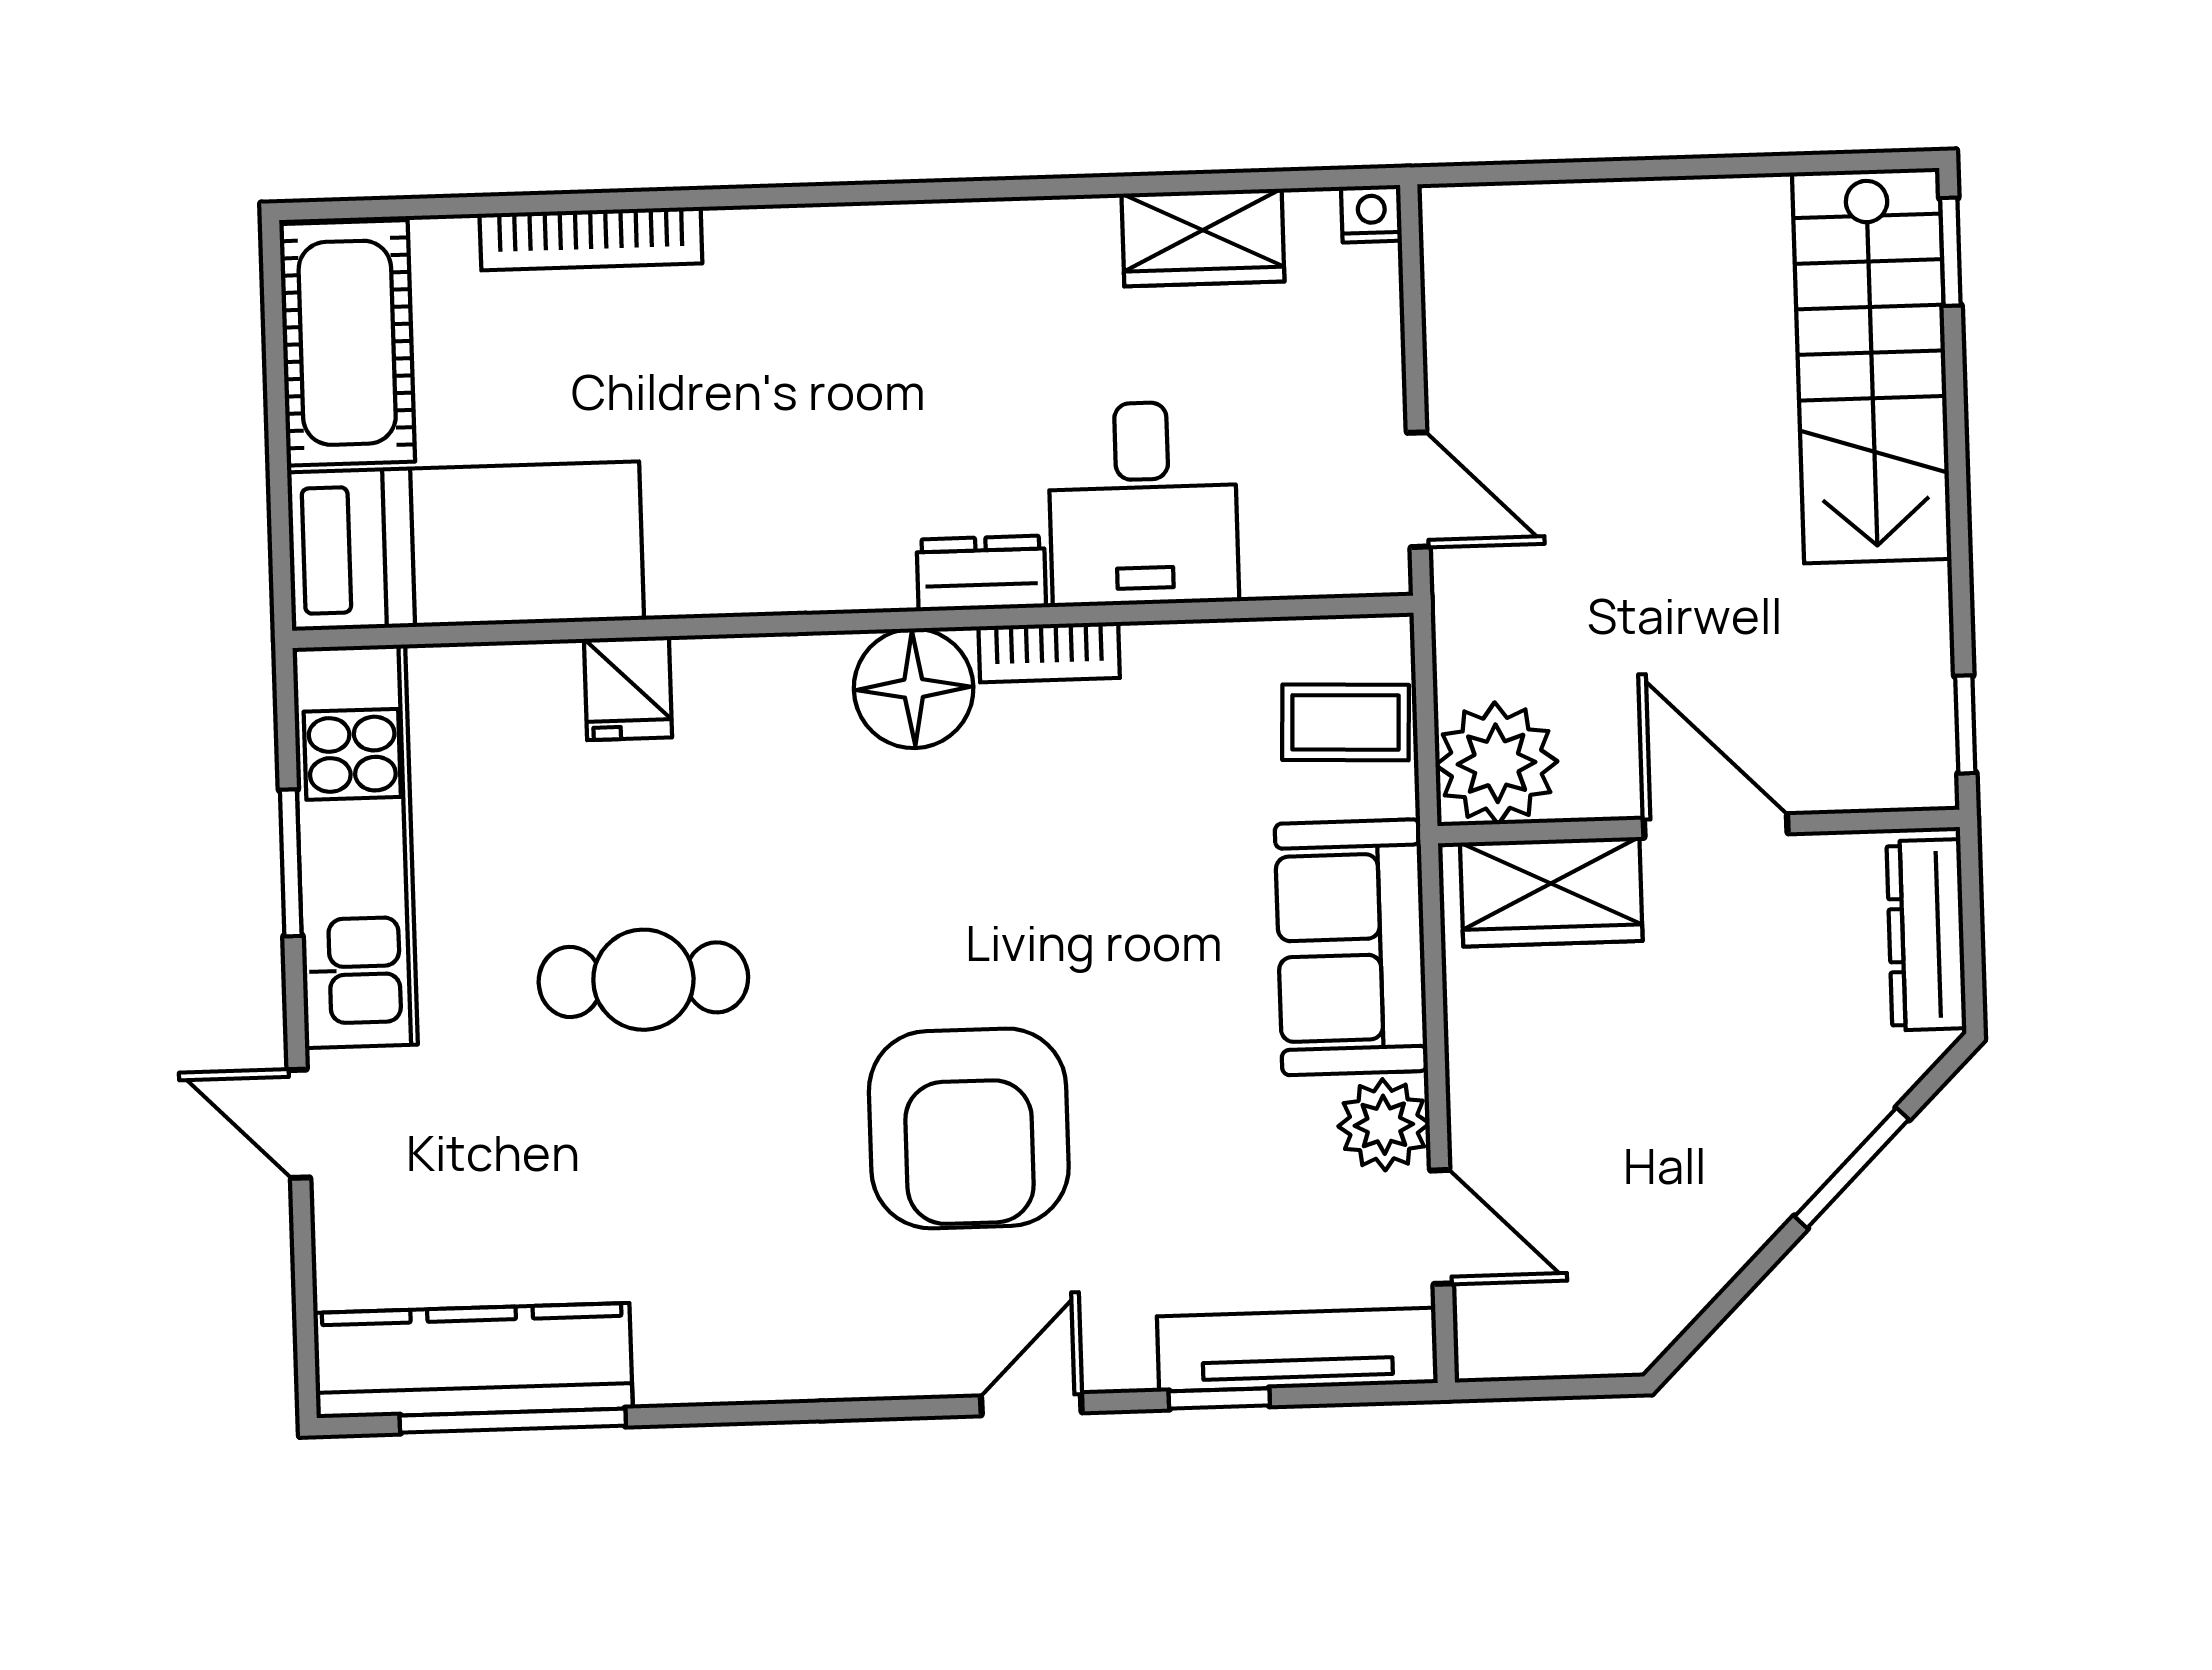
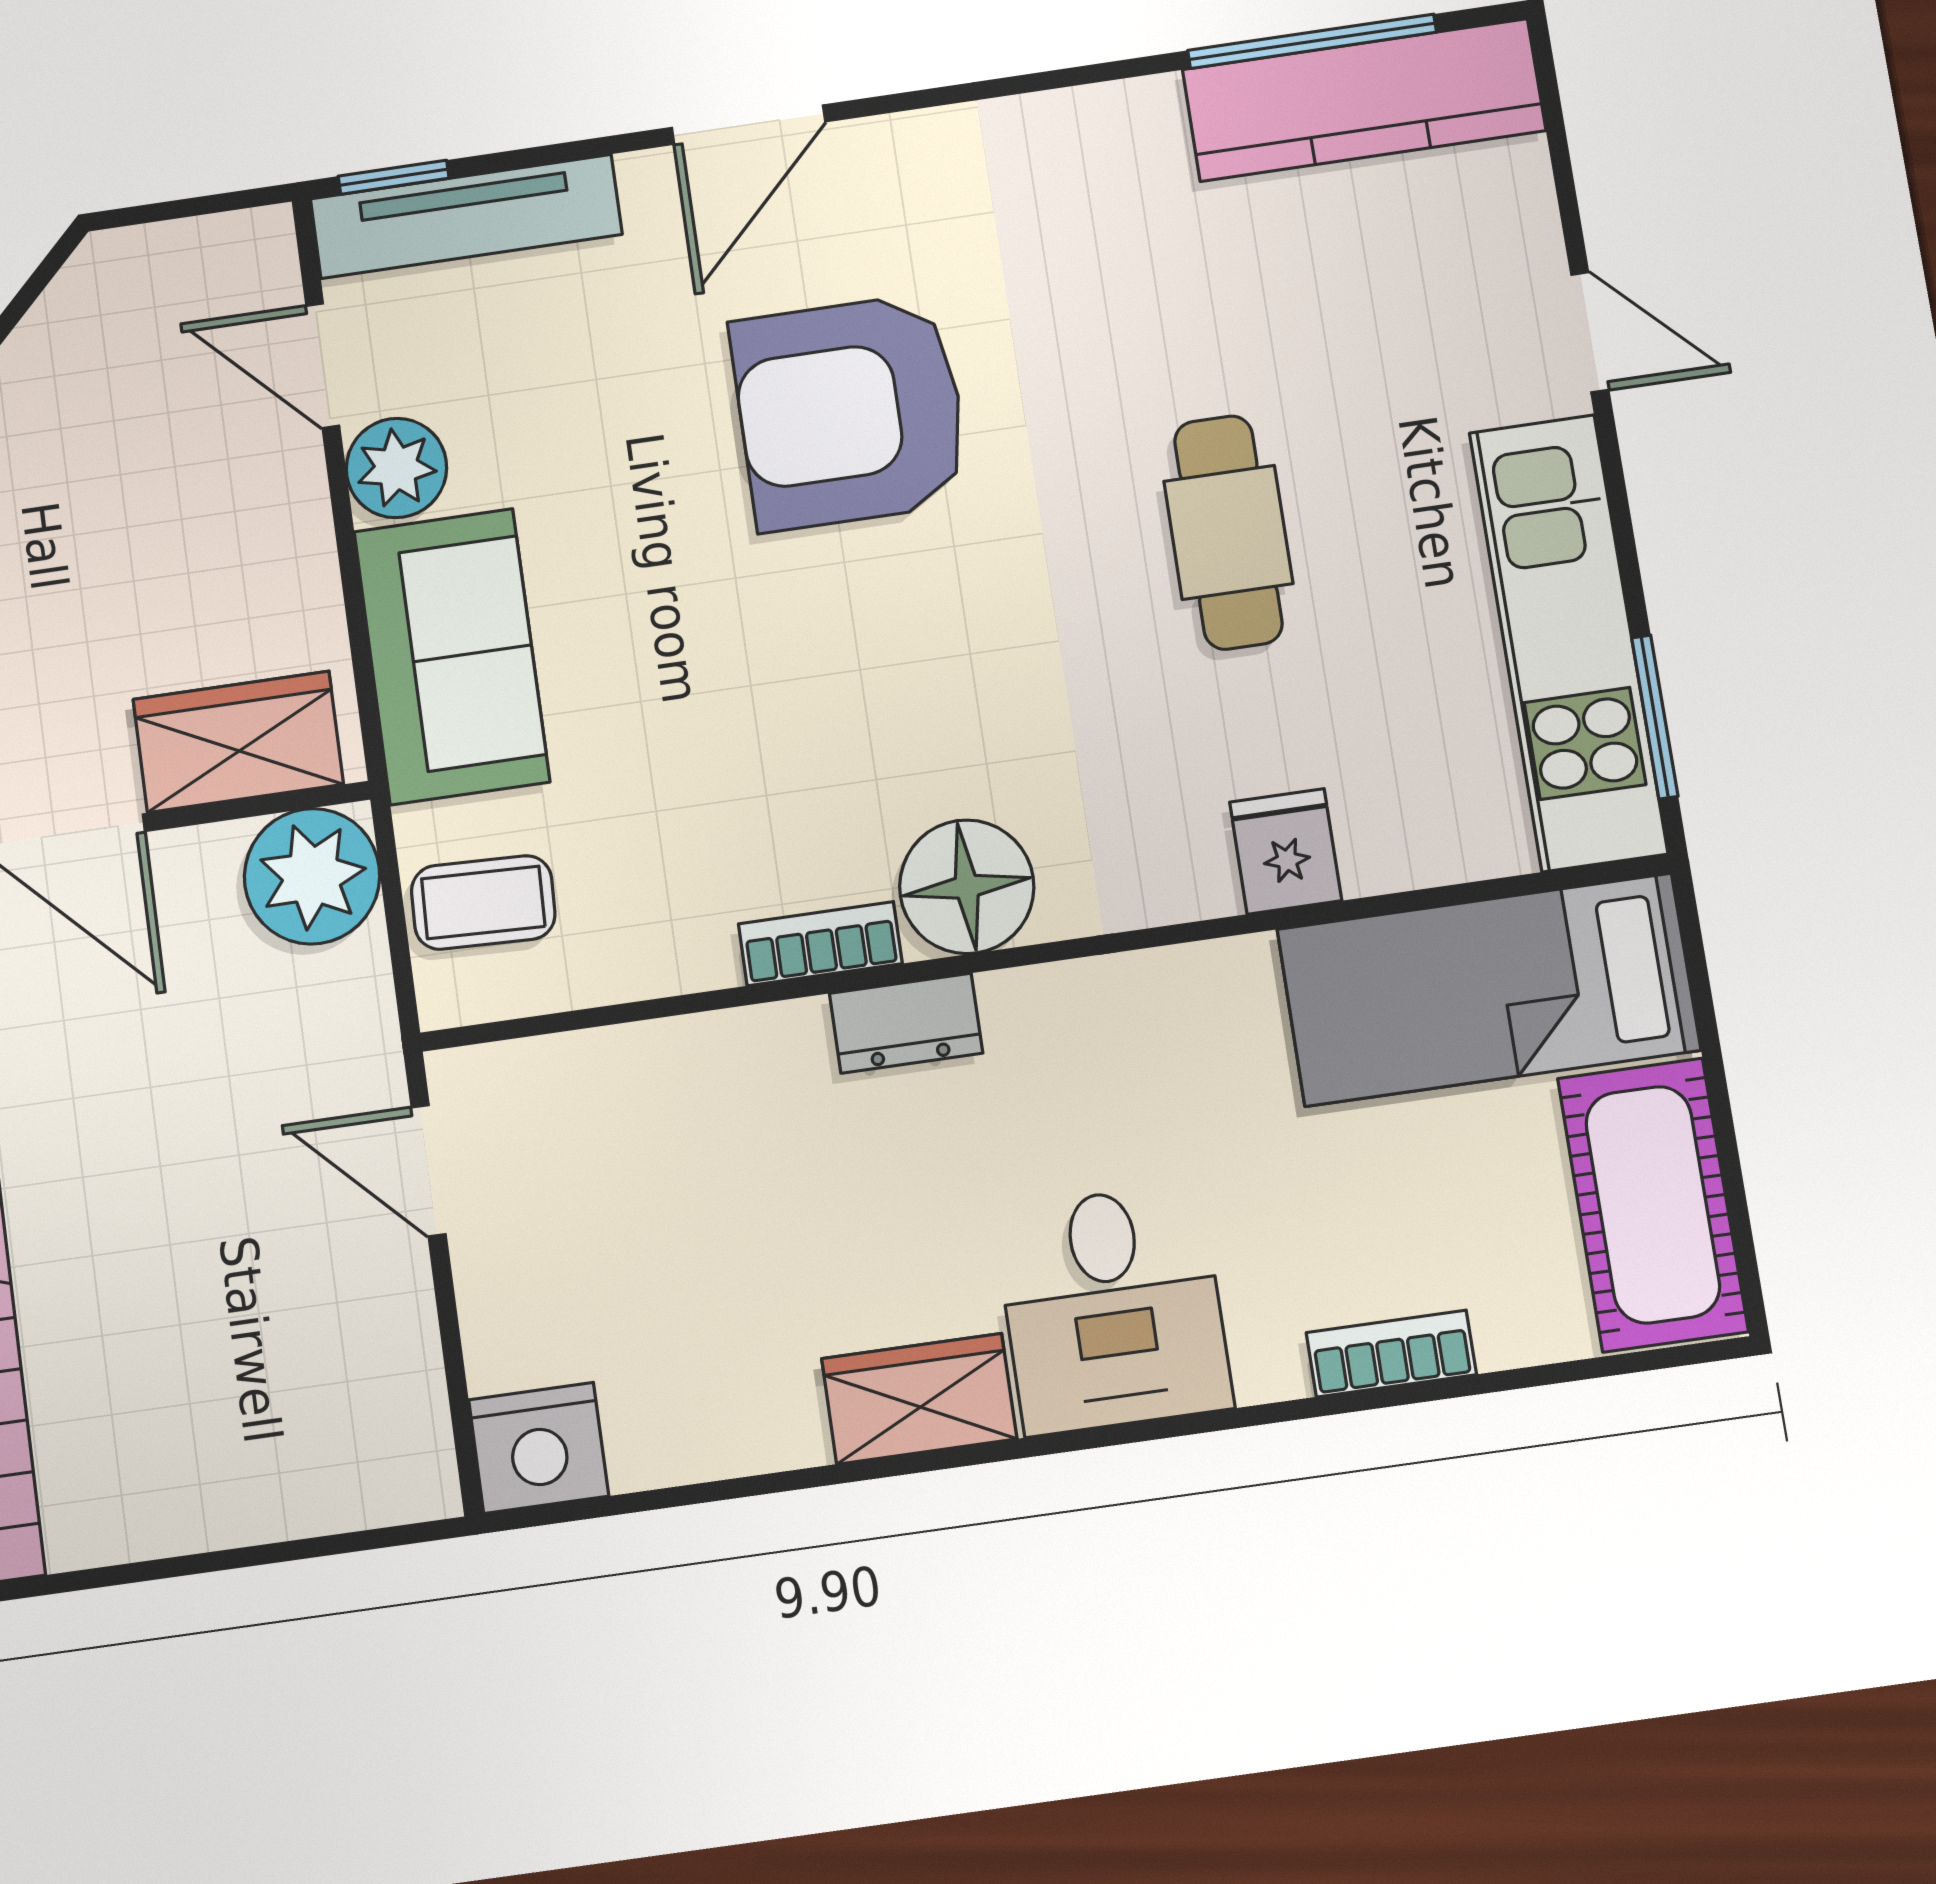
nightstand: (1371, 214) -> (539, 1448), width x1.89, depth x1.79
wardrobe: (1203, 238) -> (919, 1399), moved
bookcase: (591, 239) -> (1391, 1354), width x0.64
desk: (1143, 504) -> (1113, 1309), moved, turned 180
window: (291, 863) -> (1655, 717), moved
cafe table: (643, 980) -> (1228, 532), turned 90
armchair: (969, 1128) -> (850, 412), turned -90
window: (1219, 1398) -> (394, 177), moved
door: (1031, 1404) -> (749, 125), width x1.38

